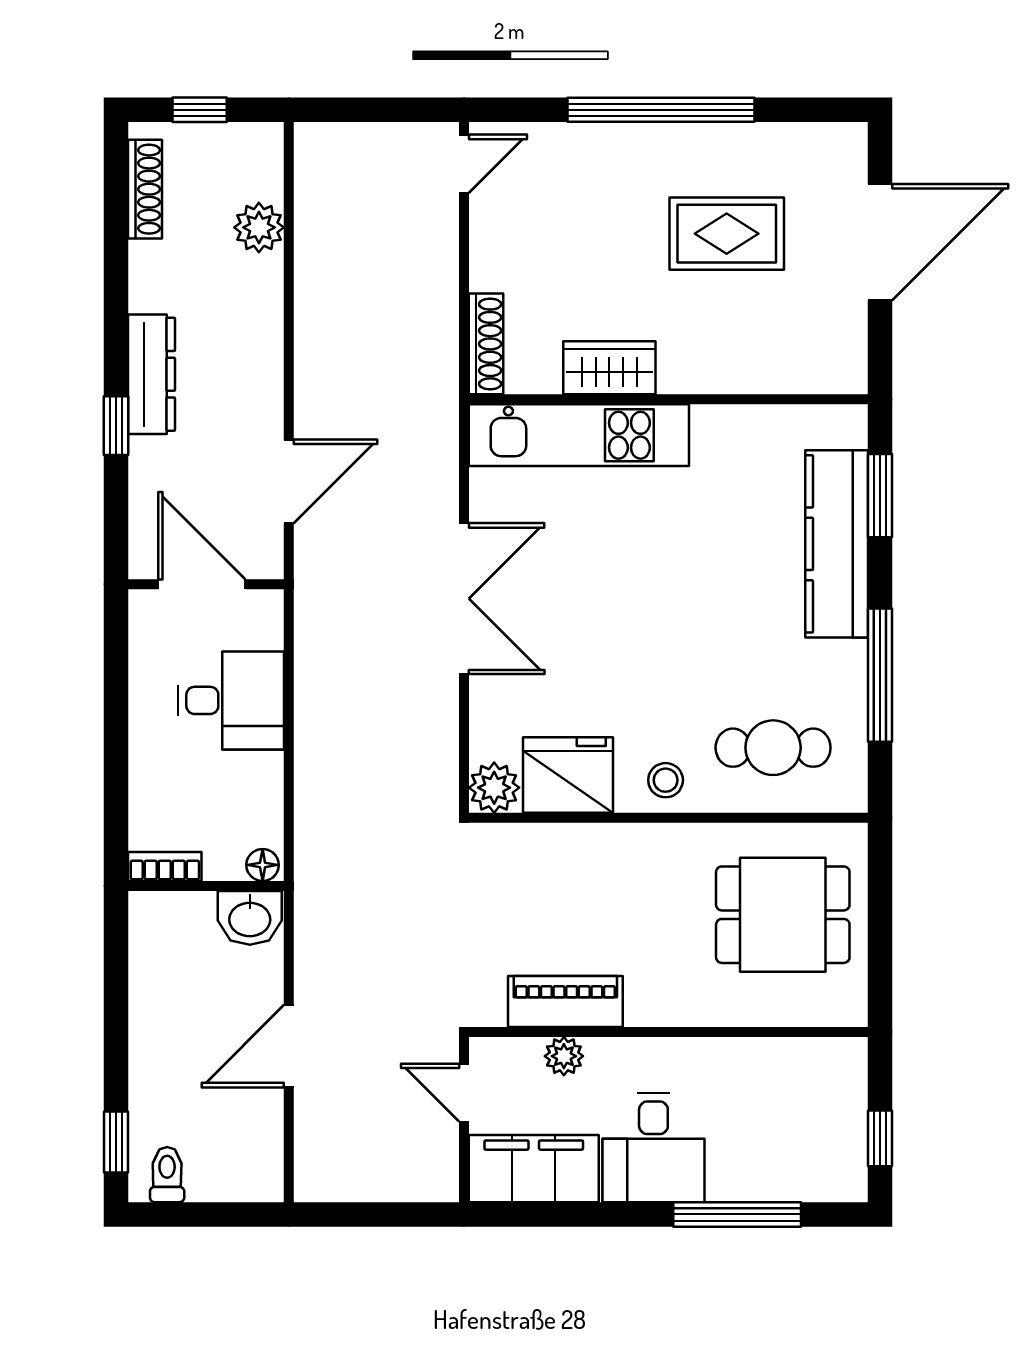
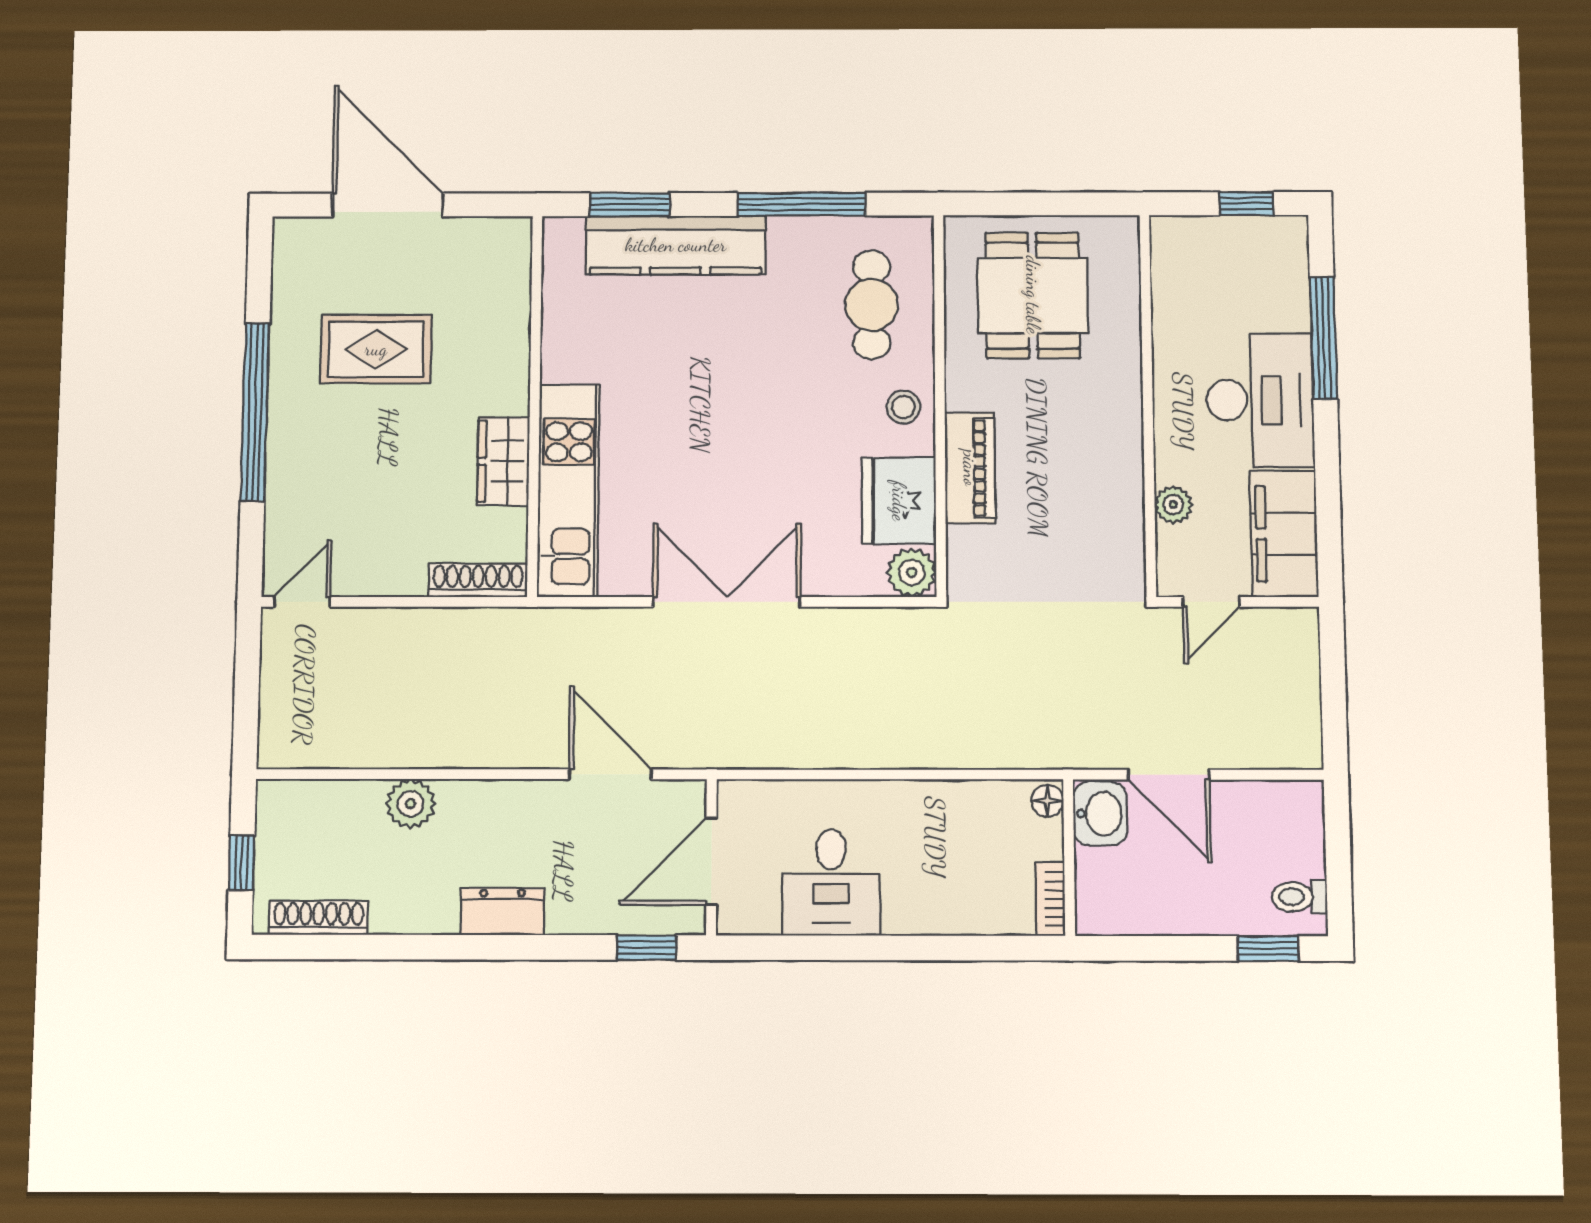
door: (464, 164) -> (302, 602), hinge flipped
plant: (259, 227) -> (411, 804), moved
rug: (727, 234) -> (376, 349), turned 90
dresser: (152, 374) -> (502, 911), width x0.70
window: (116, 426) -> (646, 948), moved
desk: (231, 700) -> (831, 882), moved, turned 180
floor lamp: (263, 865) -> (1048, 801), moved
bookcase: (165, 866) -> (1050, 899), moved
wall: (206, 886) -> (1069, 857), moved
washbasin: (250, 918) -> (1100, 814), moved
piano: (565, 1002) -> (970, 468), moved, turned 180
desk: (653, 1147) -> (1260, 400), width x1.37

